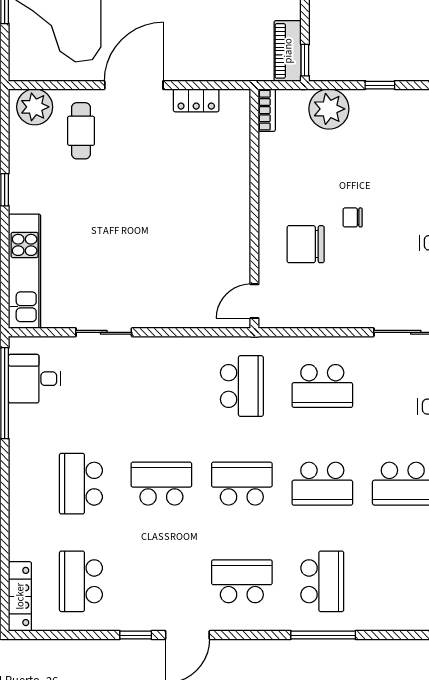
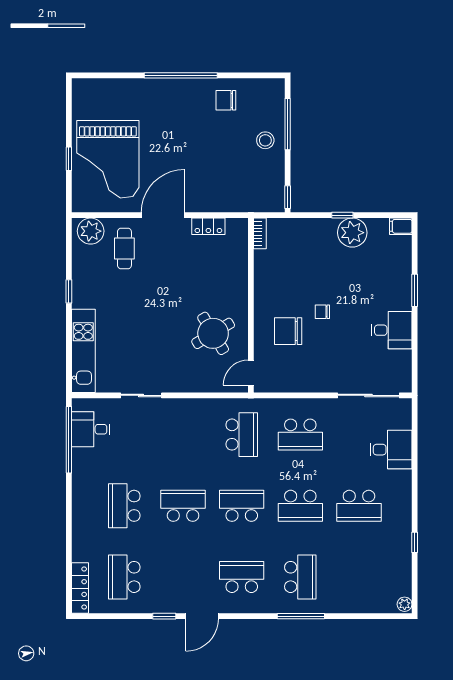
piano: (288, 51) -> (275, 190), removed
plant: (329, 109) -> (352, 233), moved
round table: (203, 247) -> (213, 333), added

